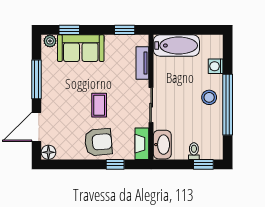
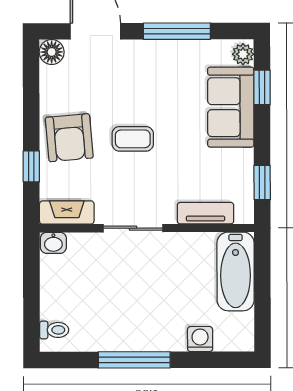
stool: (209, 97) -> (147, 328), removed
window: (228, 105) -> (134, 360), width x0.68
washbasin: (162, 145) -> (53, 243), width x0.52, depth x0.69
toilet: (194, 151) -> (54, 330), moved
window: (203, 164) -> (32, 318), removed

